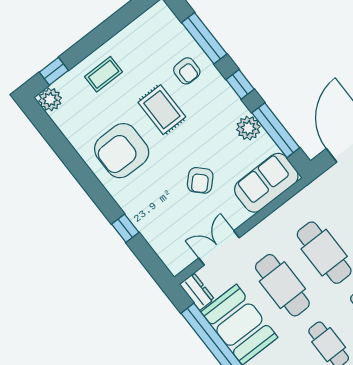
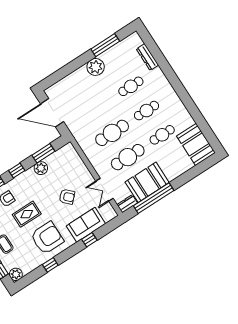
window: (276, 130) -> (43, 153), width x0.69
armchair: (122, 151) -> (47, 238), turned -90
window: (73, 161) -> (50, 265), added
sofa: (266, 183) -> (86, 225), moved, turned 90

